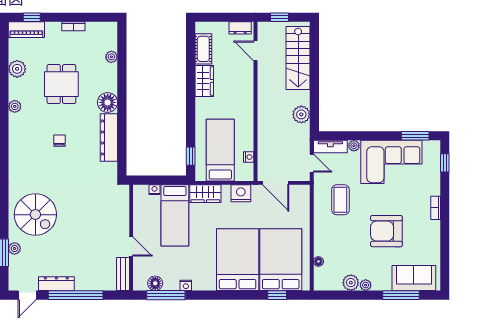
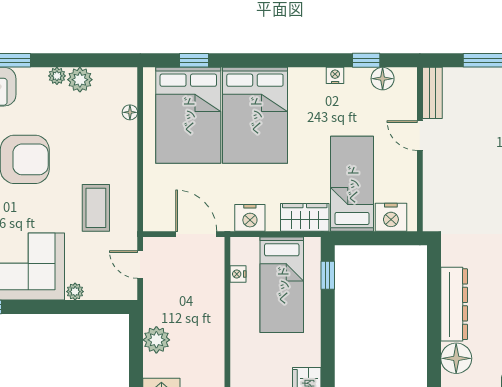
tv unit: (330, 147) -> (111, 290), removed
nightstand: (154, 190) -> (391, 217), width x1.89, depth x1.79
window: (166, 295) -> (366, 60), width x0.46

